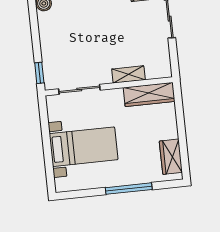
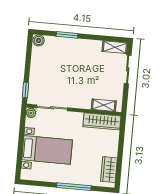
shelving: (128, 74) -> (104, 105), moved
plant: (53, 102) -> (31, 113), added

